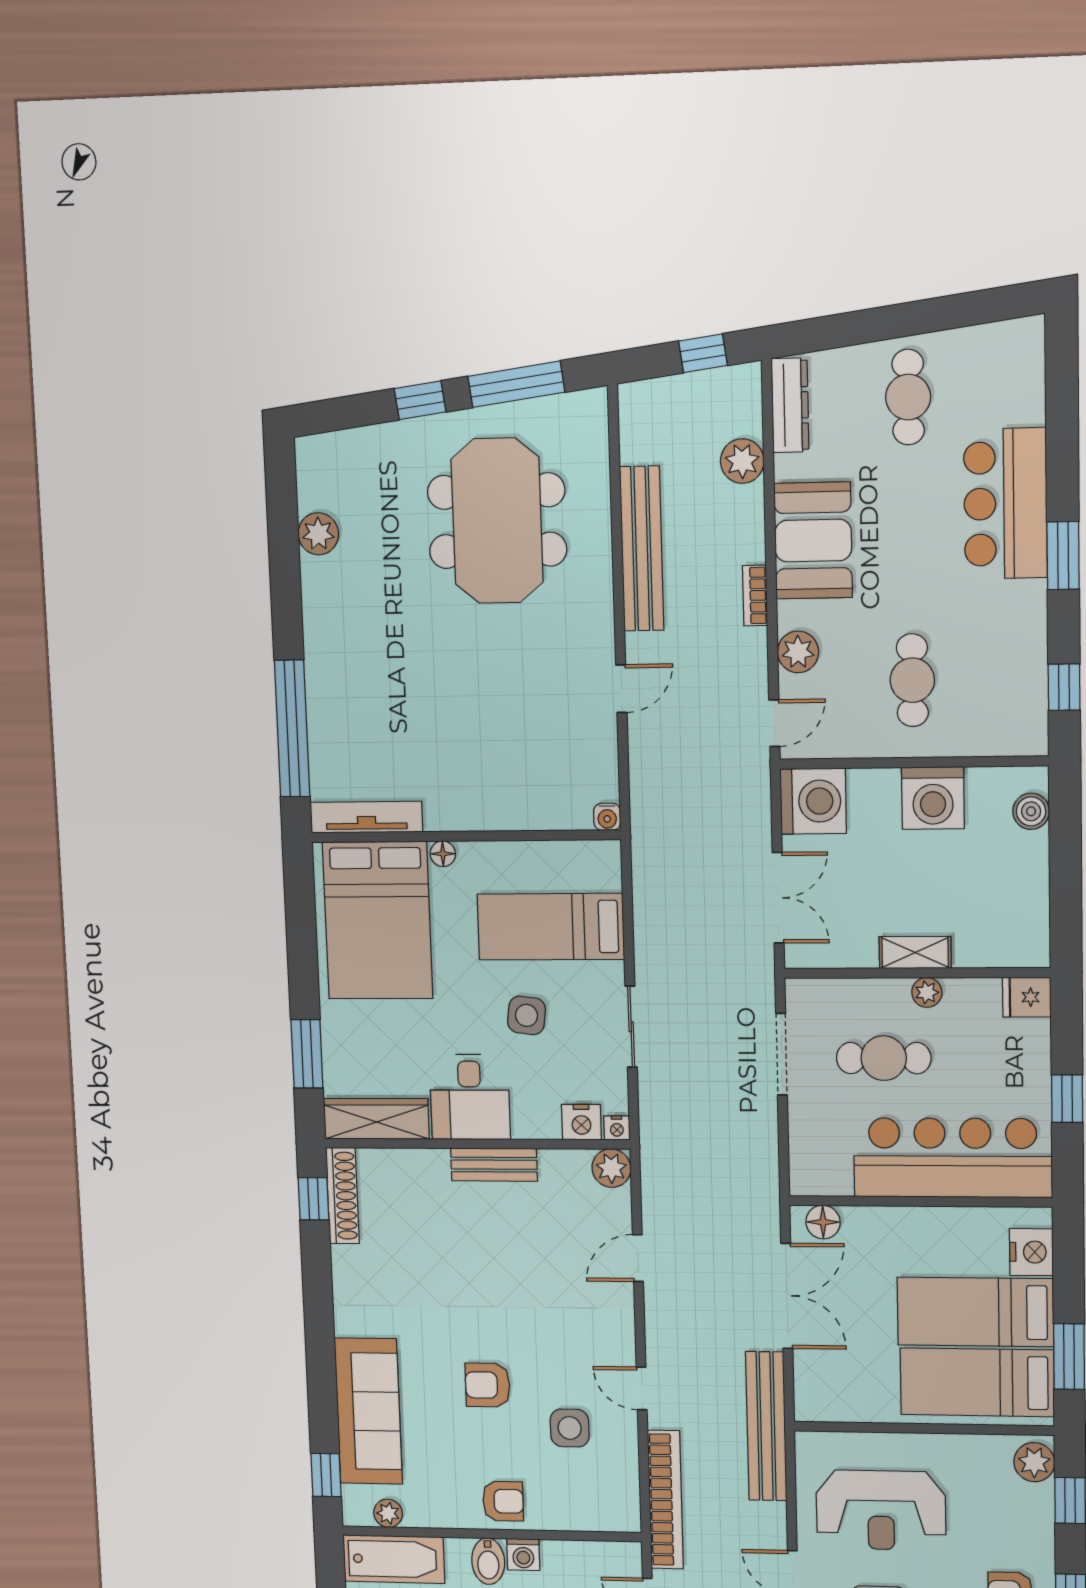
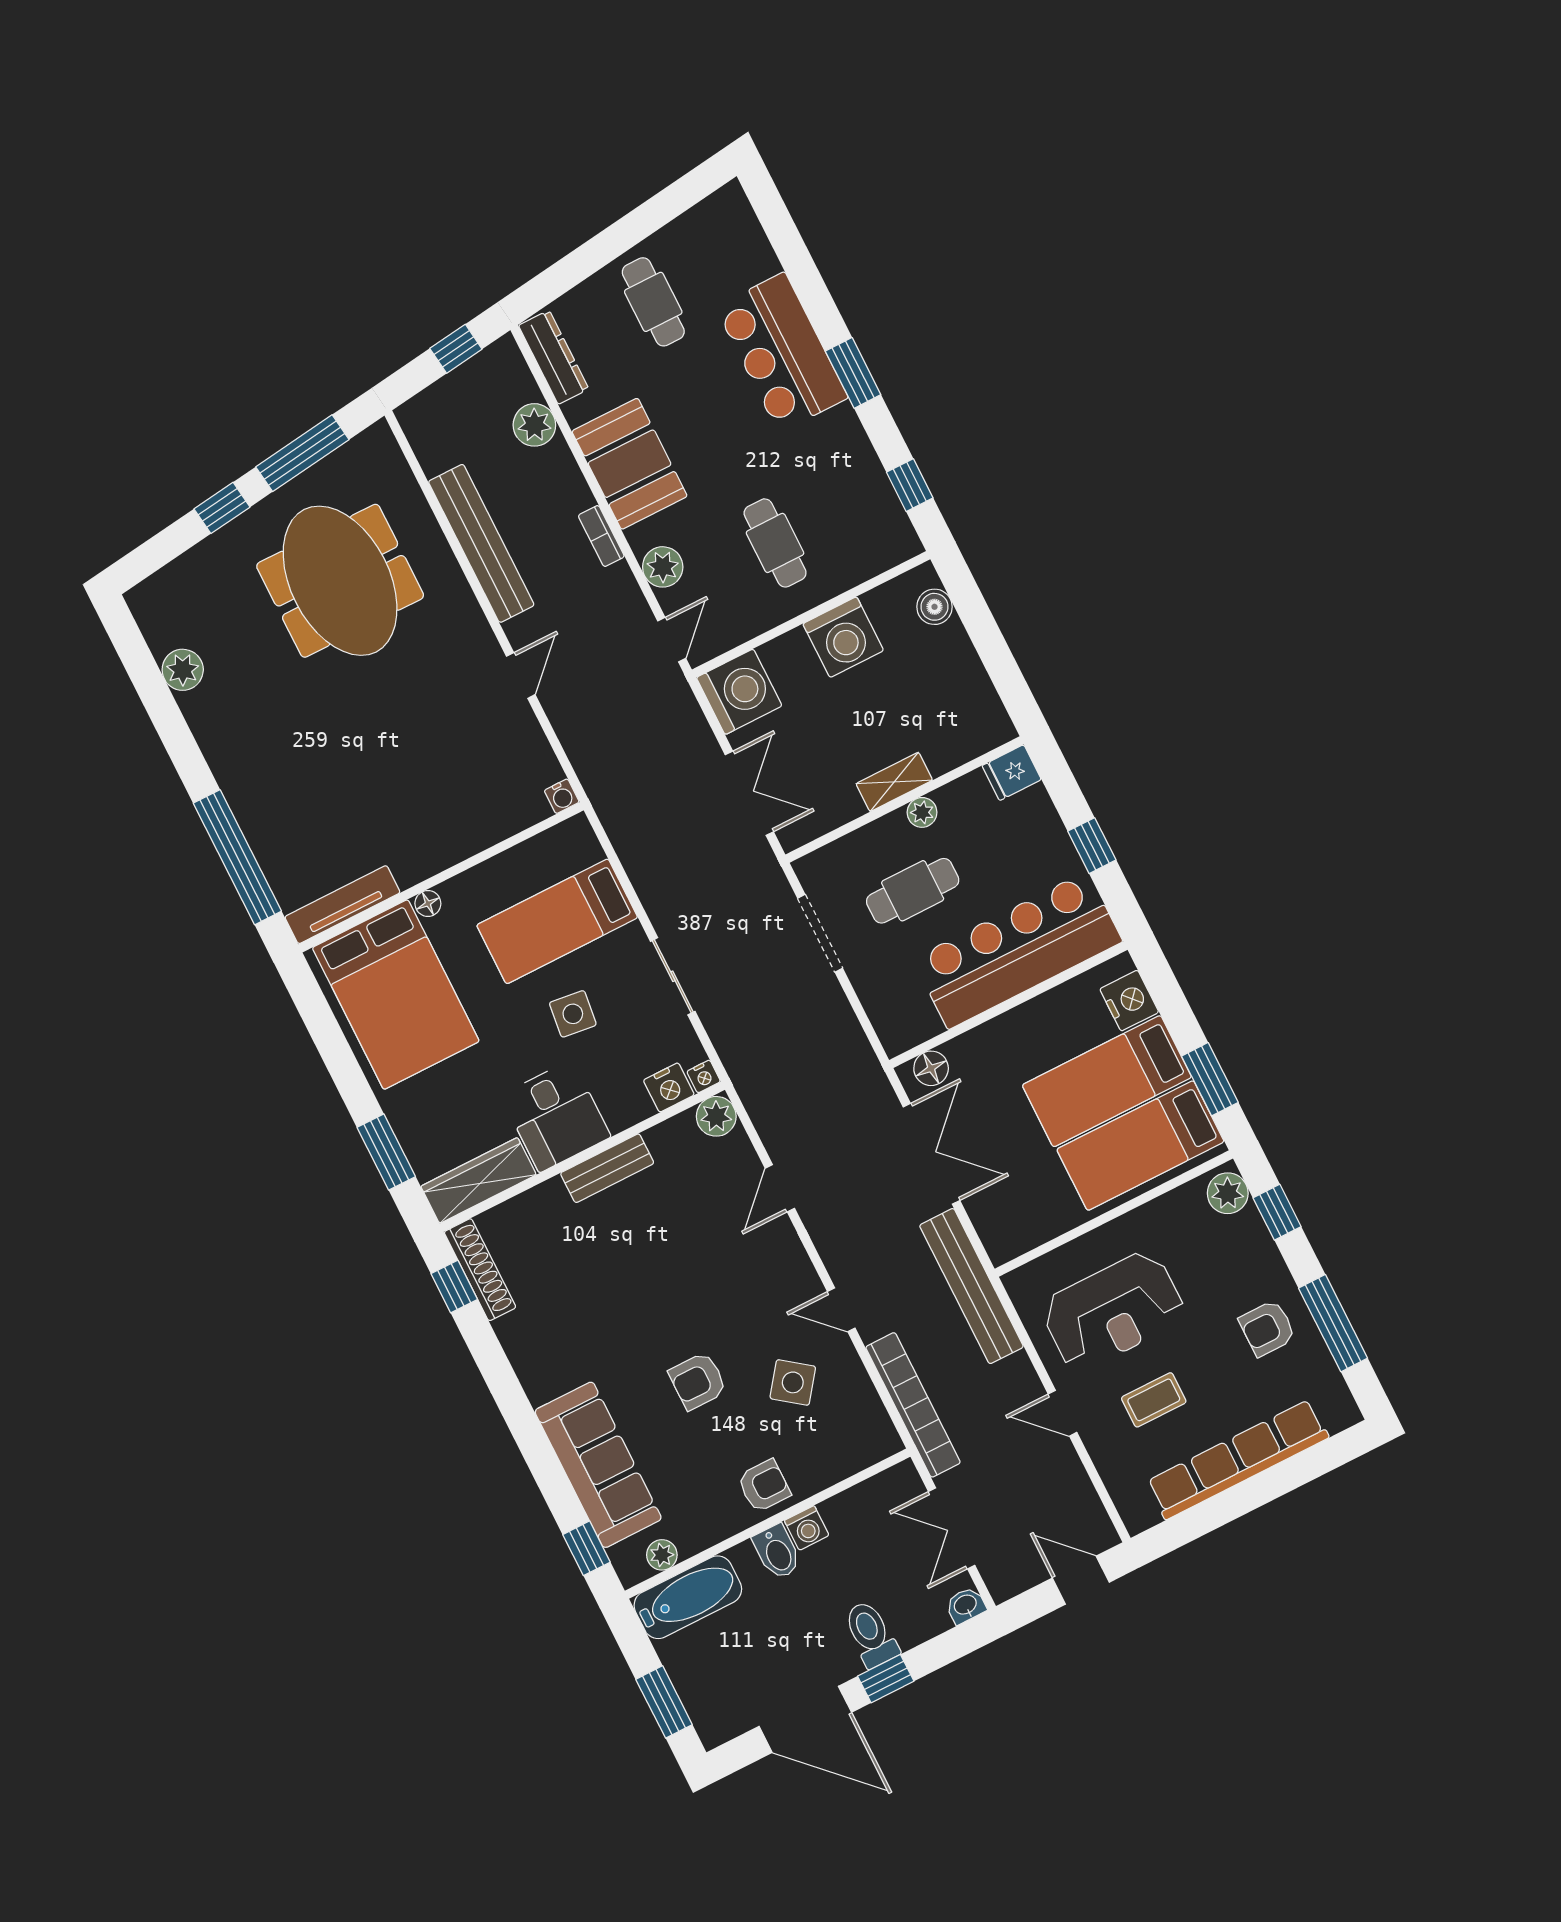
side table: (570, 1428) -> (793, 1382), turned 37

